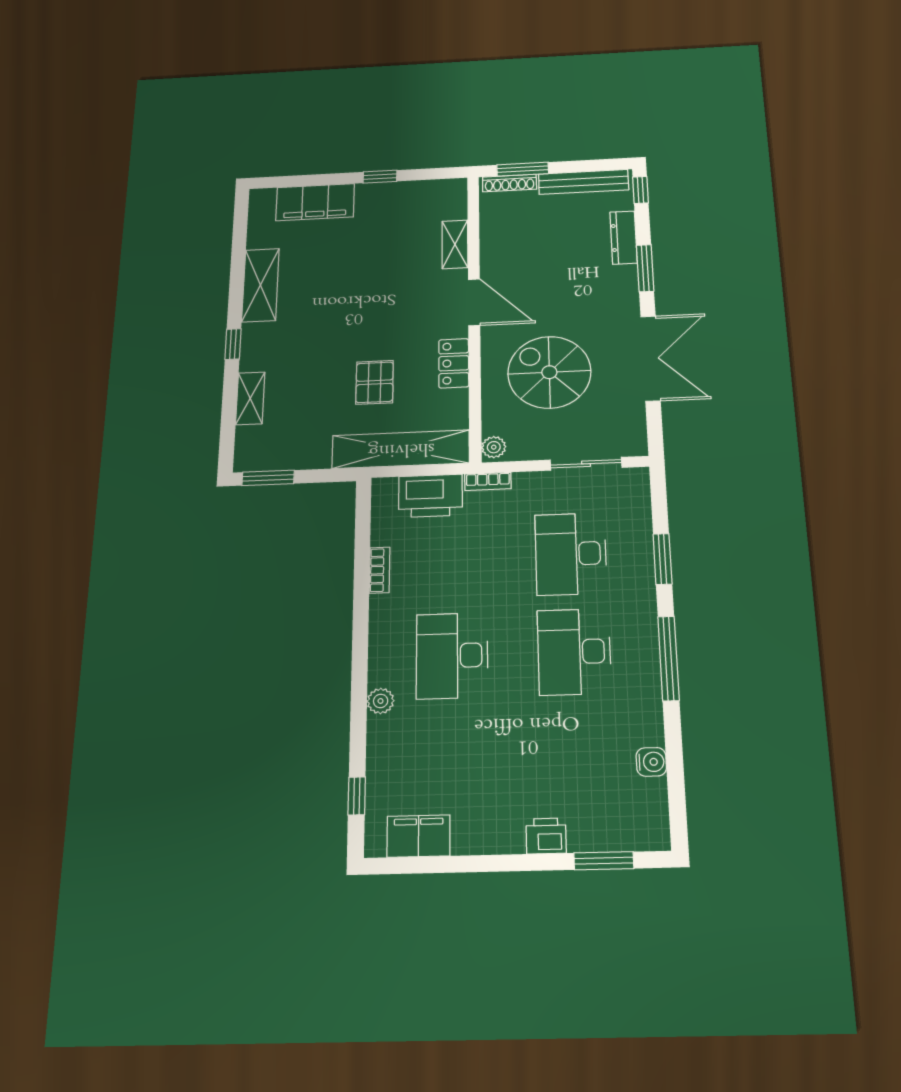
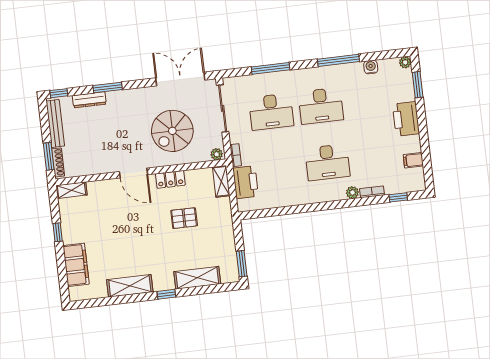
shelving: (455, 244) -> (71, 190), moved
door: (474, 302) -> (134, 173), swing flipped
double door: (651, 358) -> (180, 79), moved
shelving: (250, 398) -> (197, 278), width x1.50, depth x1.33
shelving: (401, 449) -> (221, 181), width x0.45, depth x0.75
sliding door: (586, 464) -> (223, 108), width x1.37
window: (663, 559) -> (271, 68), width x1.44
bookcase: (380, 570) -> (372, 192), moved
window: (668, 658) -> (338, 60), moved
filing cabinet: (418, 836) -> (413, 160), width x0.50
printer: (546, 836) -> (406, 119), width x1.87, depth x1.48
plant: (657, 838) -> (405, 62), added

